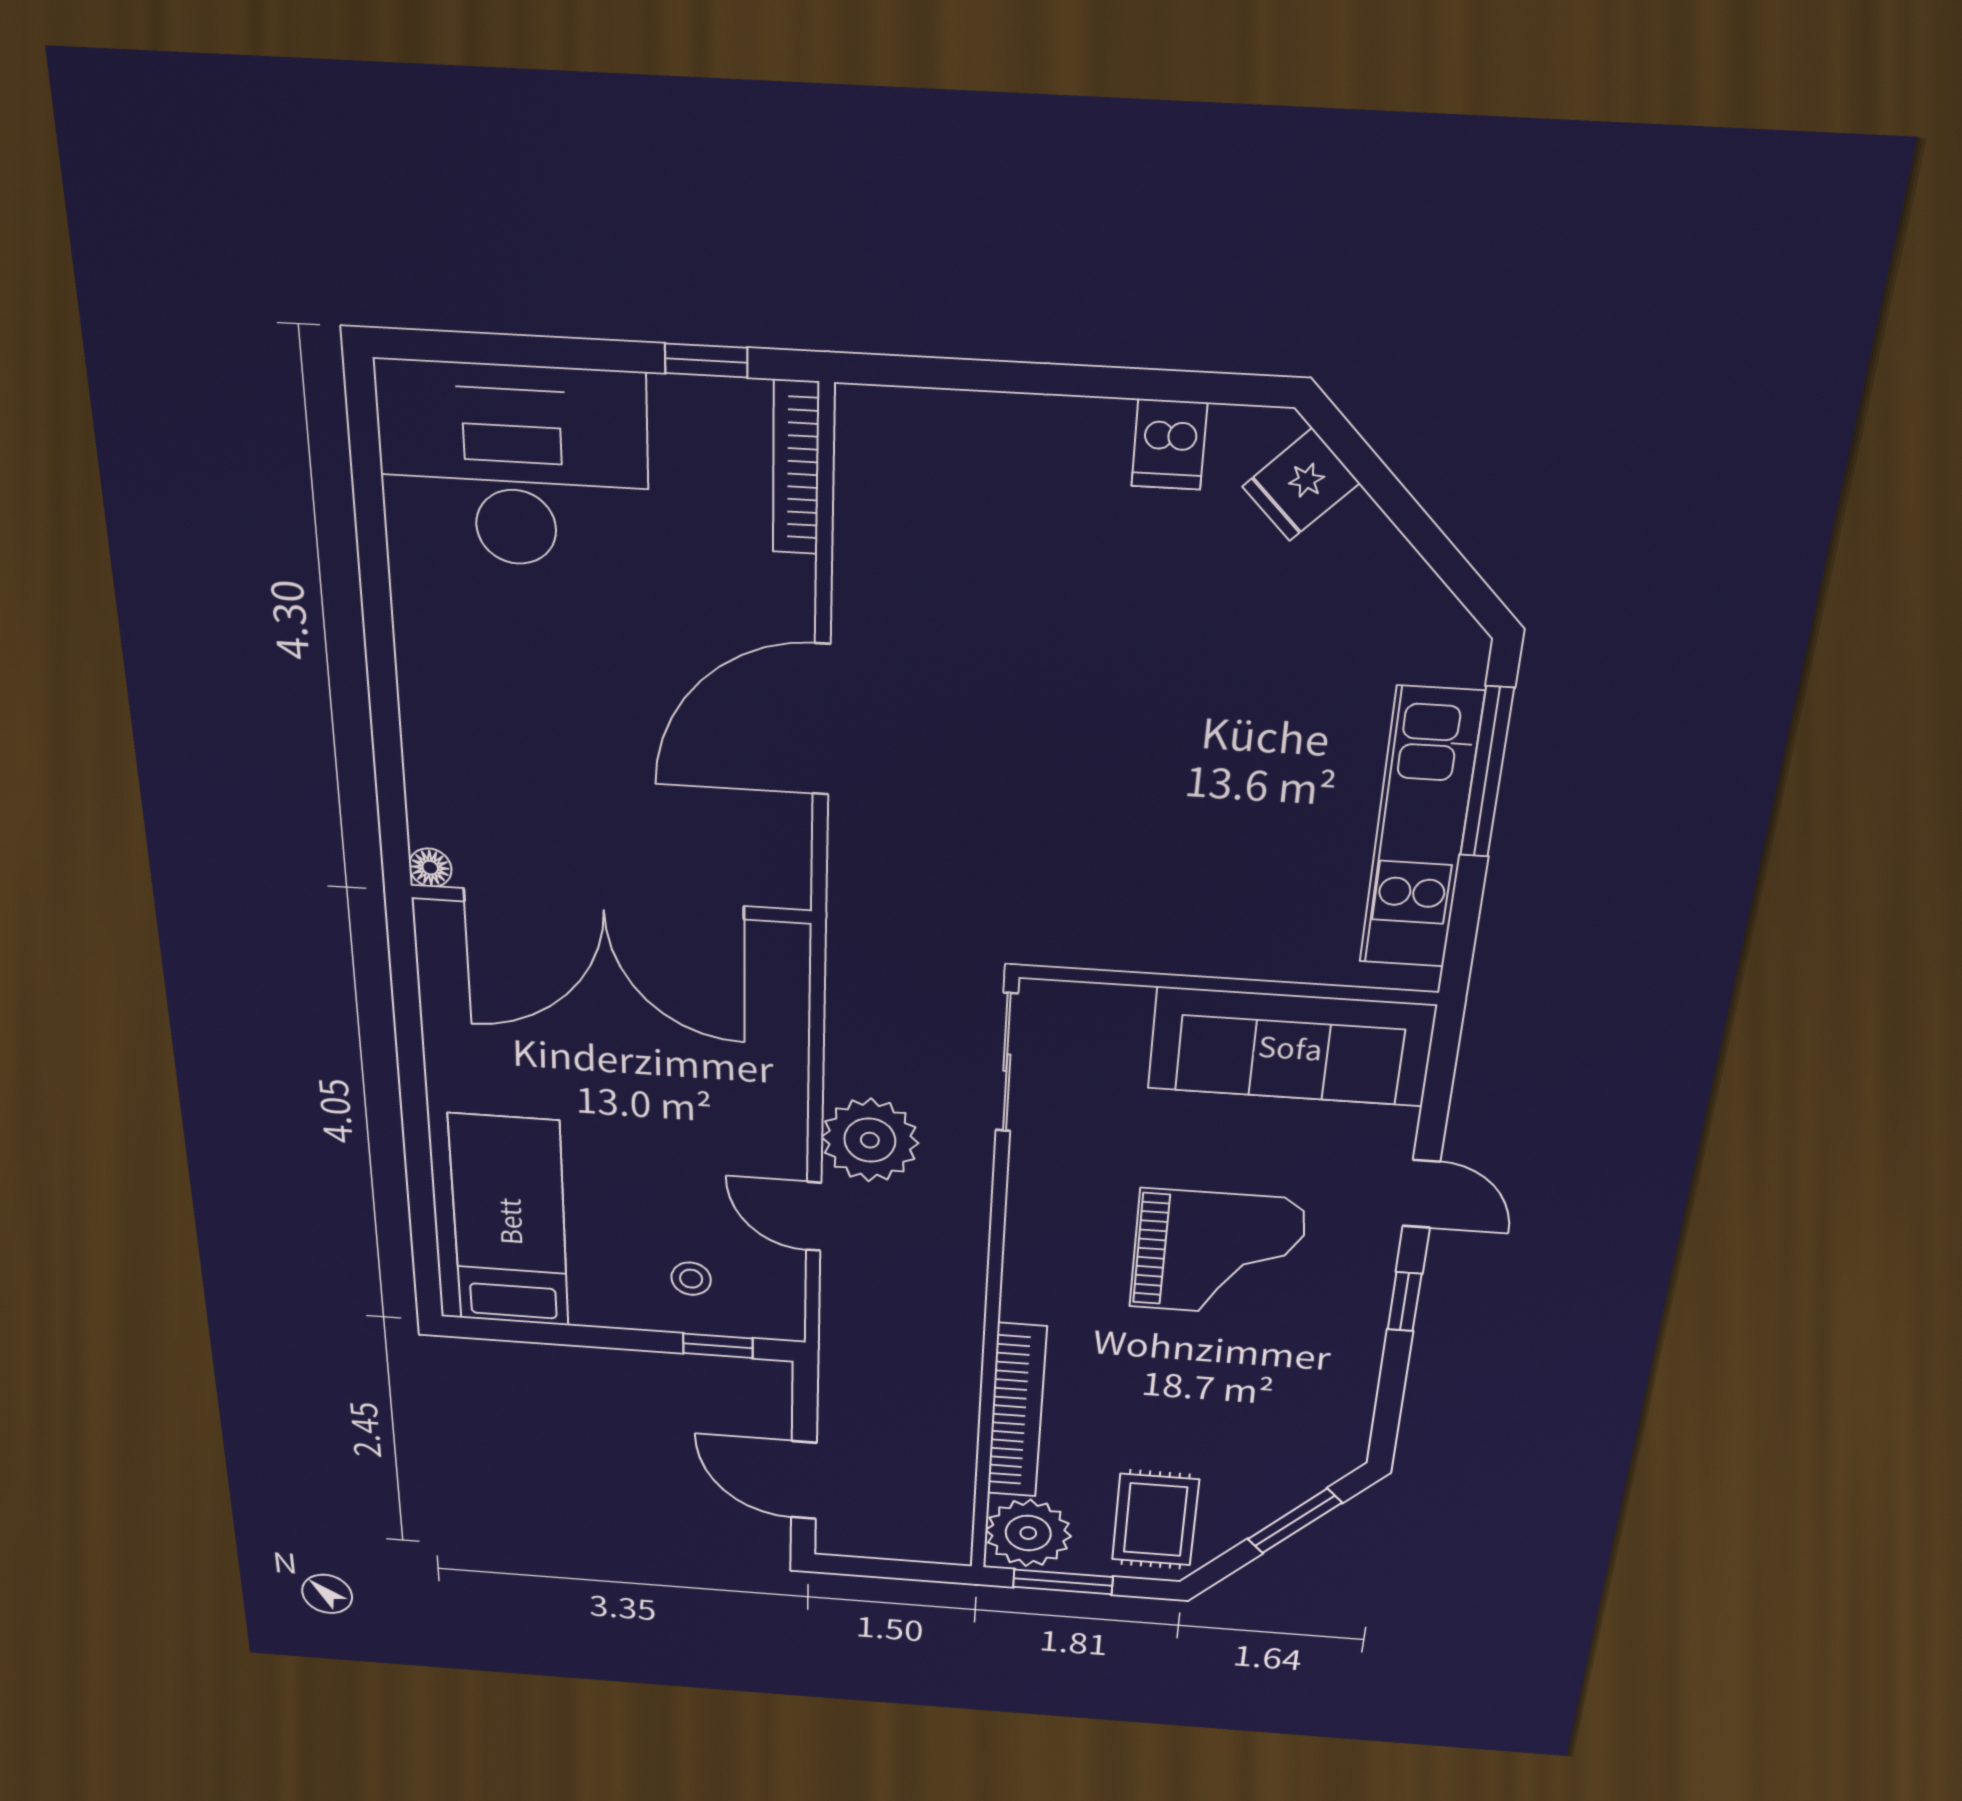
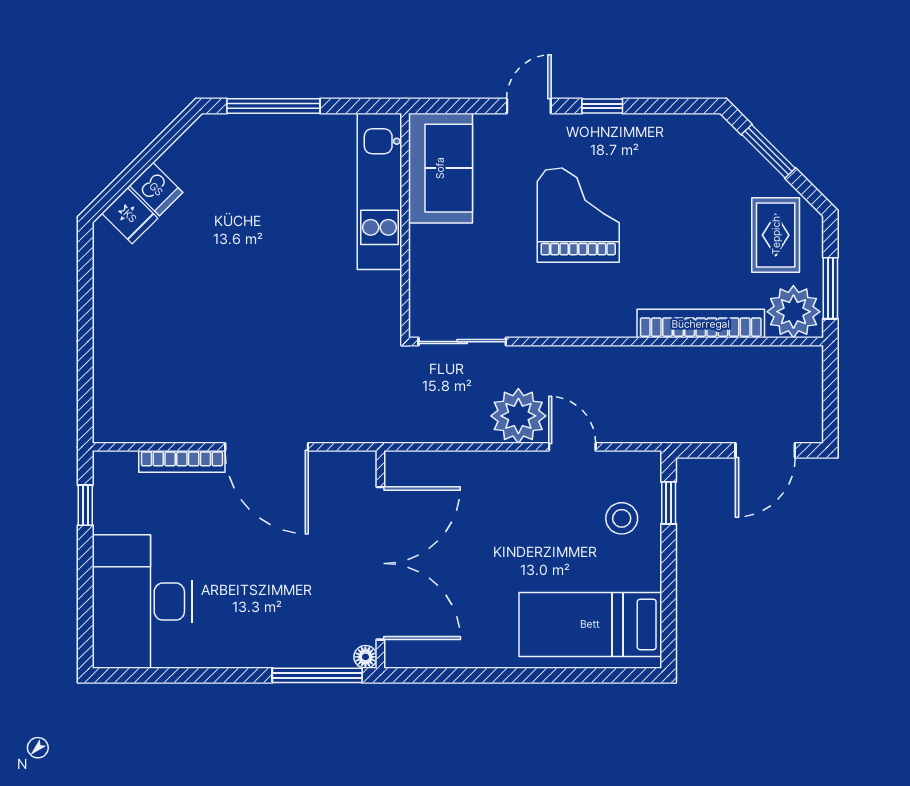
dishwasher: (1169, 444) -> (156, 189), moved, turned 45
bookcase: (796, 468) -> (182, 461), moved
window: (390, 783) -> (317, 675), added
kitchen unit: (1421, 830) -> (379, 191), moved, turned 90
sofa: (1291, 1047) -> (440, 168), width x0.73
door: (814, 1216) -> (572, 447), swing flipped
stool: (691, 1279) -> (622, 518), width x1.37, depth x1.37
rug: (1155, 1520) -> (776, 235), turned 90

